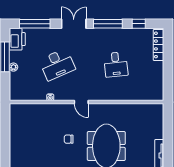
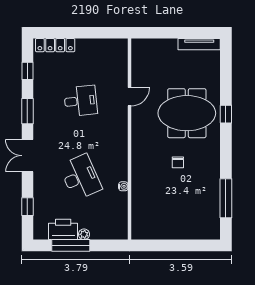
window: (35, 24) -> (27, 207), width x0.46
window: (108, 24) -> (27, 111), width x0.69
printer: (17, 39) -> (63, 229), moved
door: (81, 102) -> (130, 97), moved

